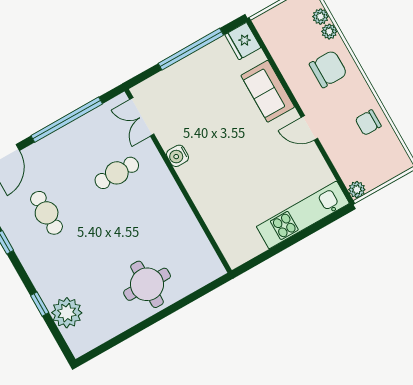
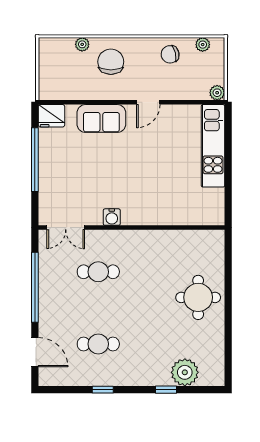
plant: (320, 17) -> (203, 45), moved
chair: (368, 123) -> (170, 54), turned 77
cafe table: (117, 173) -> (98, 272), turned 90

